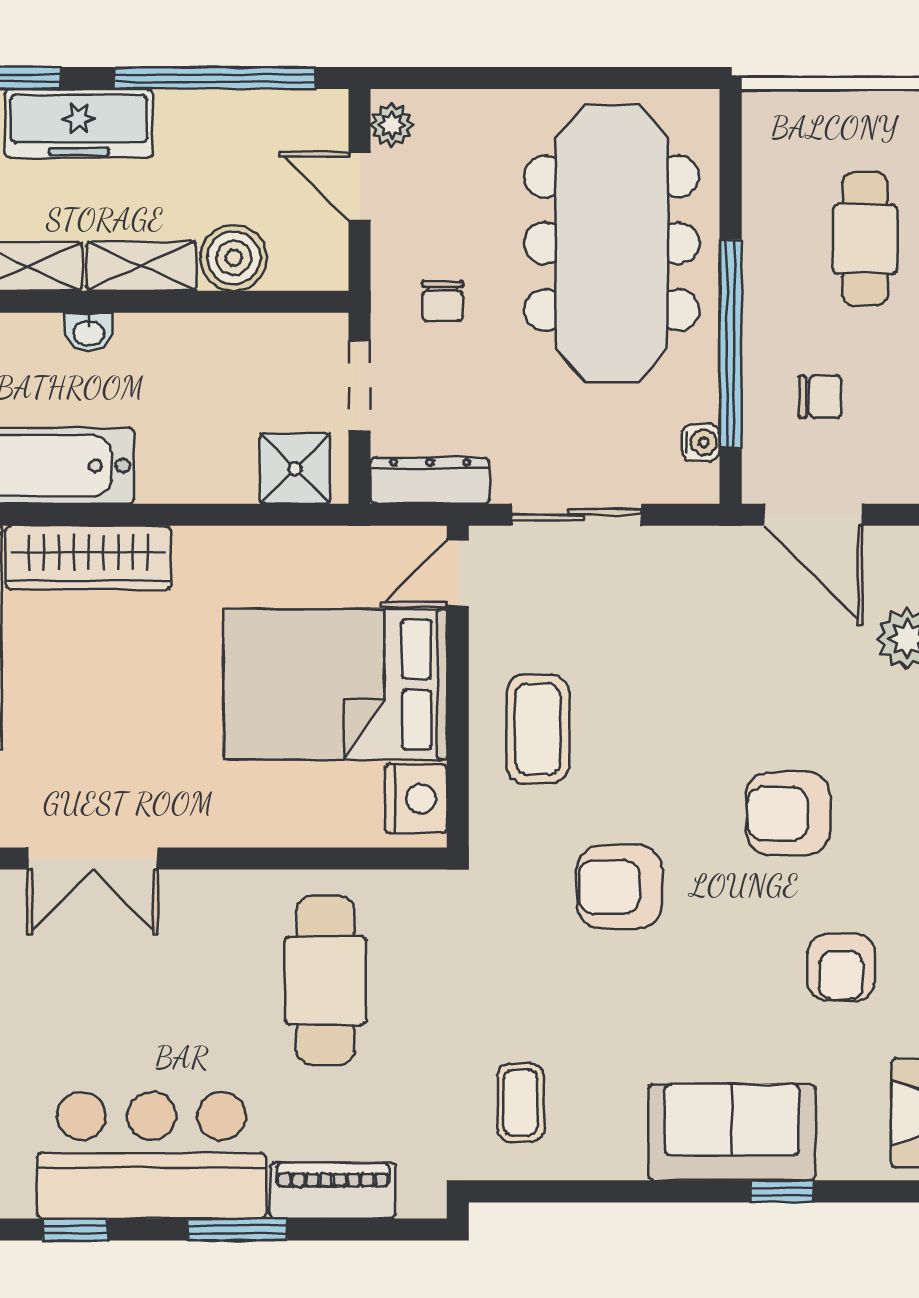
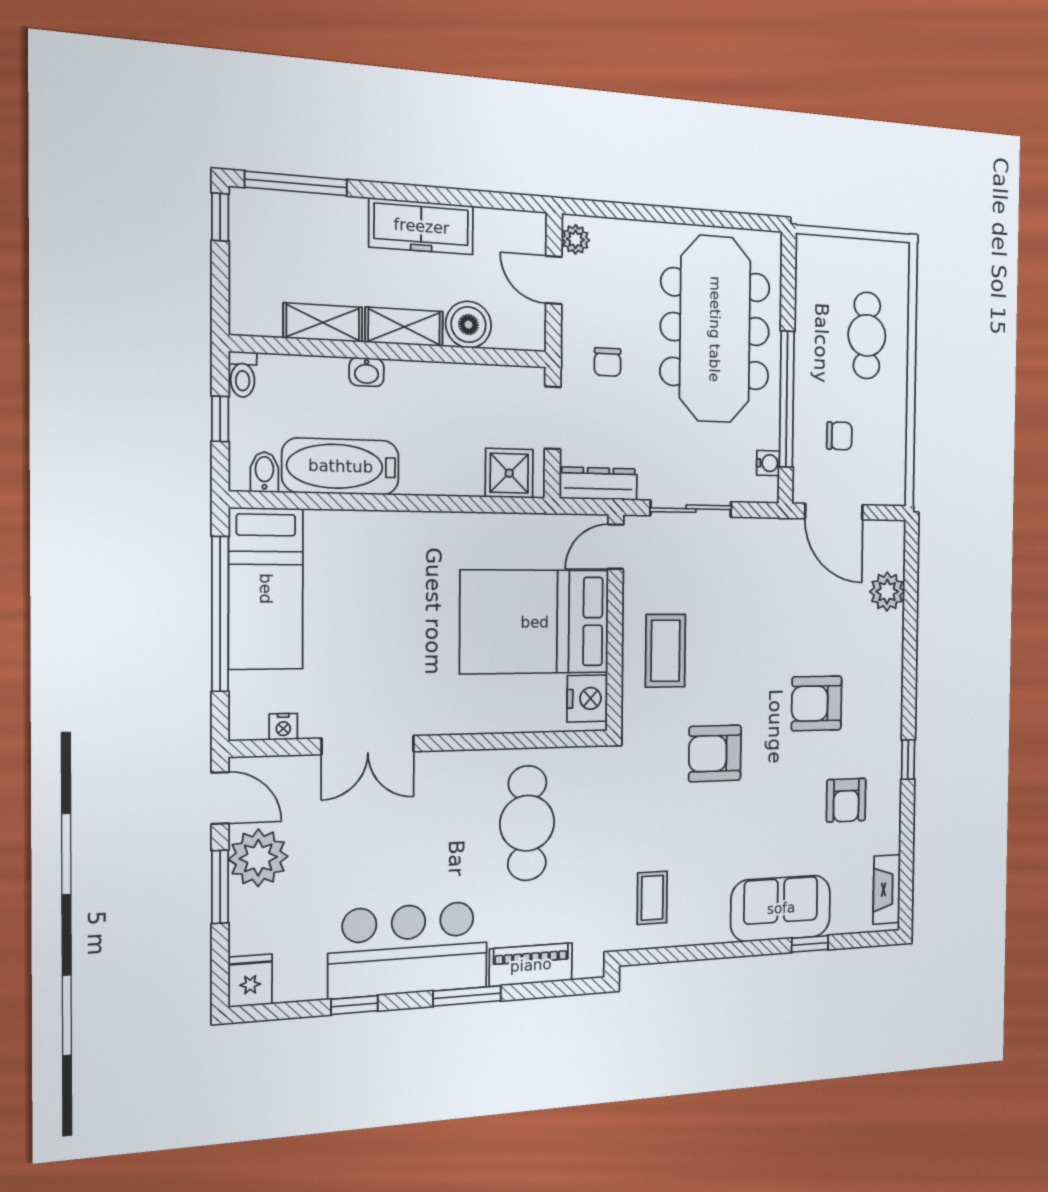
window: (215, 78) -> (456, 197), removed
freezer: (79, 123) -> (421, 226), moved
wardrobe: (89, 558) -> (366, 532), removed

